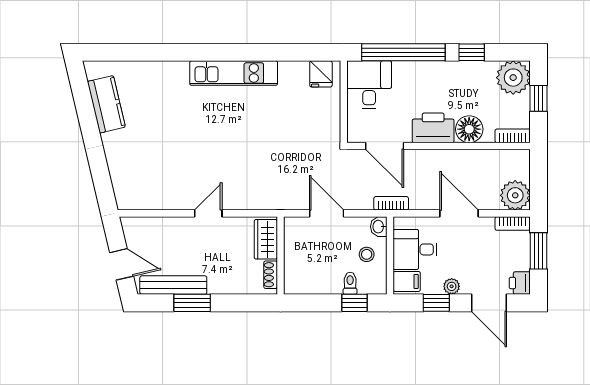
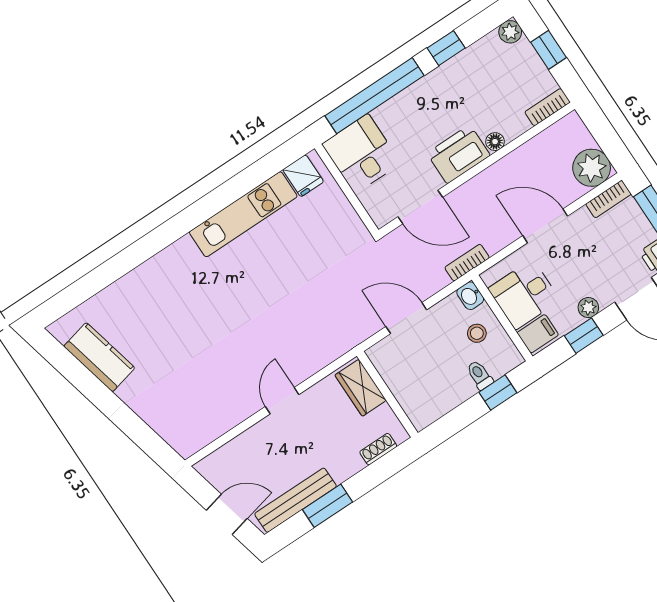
kitchen unit: (234, 73) -> (243, 214), moved
plant: (513, 78) -> (510, 32), width x0.53, depth x0.53
floor lamp: (469, 129) -> (495, 142), width x0.53, depth x0.53
shoe rack: (271, 275) -> (378, 449), moved, turned 90

